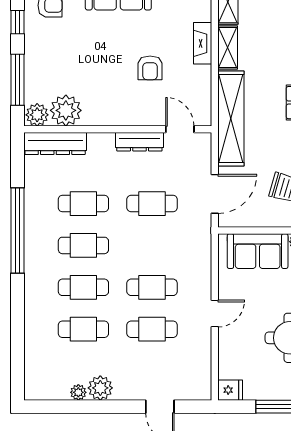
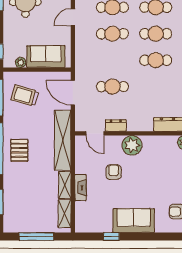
plant: (66, 110) -> (132, 145), moved
dresser: (139, 142) -> (116, 126), width x0.70
door: (215, 194) -> (73, 93), hinge flipped
cafe table: (83, 204) -> (156, 87), removed

